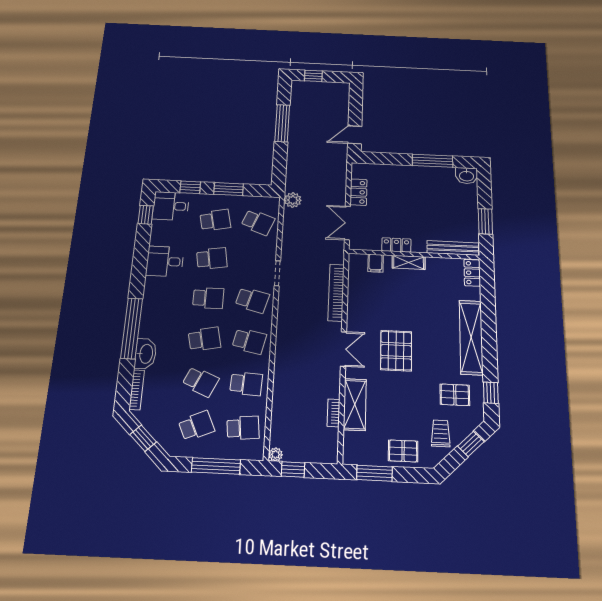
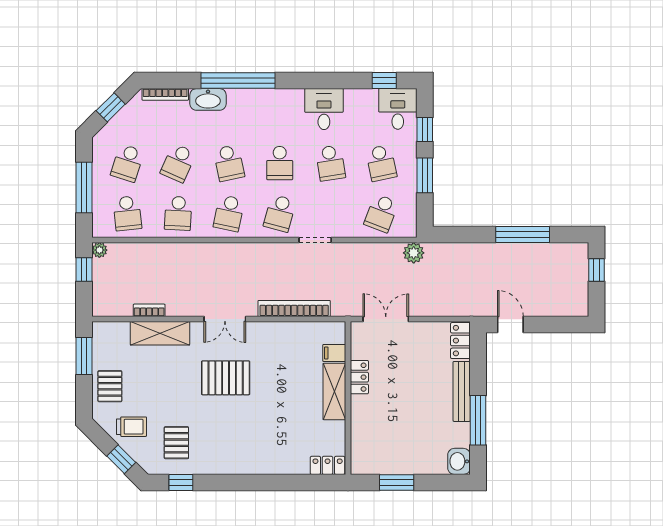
locker: (358, 192) -> (460, 341), moved, turned 90
bench: (453, 248) -> (462, 391), moved
shelving: (409, 262) -> (334, 391), width x1.50, depth x1.33
shelving: (471, 337) -> (246, 462), removed
school desk: (196, 426) -> (127, 163), turned 42

